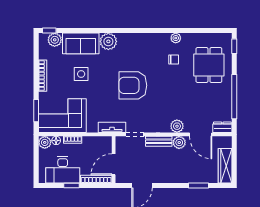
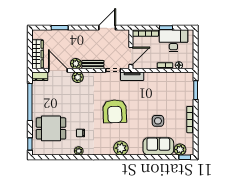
plant: (108, 41) -> (121, 148), moved
dining table: (209, 65) -> (51, 128), turned 90
armchair: (133, 85) -> (115, 111), turned 88
corner sofa: (62, 116) -> (174, 86), removed
plant: (45, 142) -> (188, 64), removed
door: (114, 164) -> (131, 56), moved
wardrobe: (225, 166) -> (37, 54), moved

